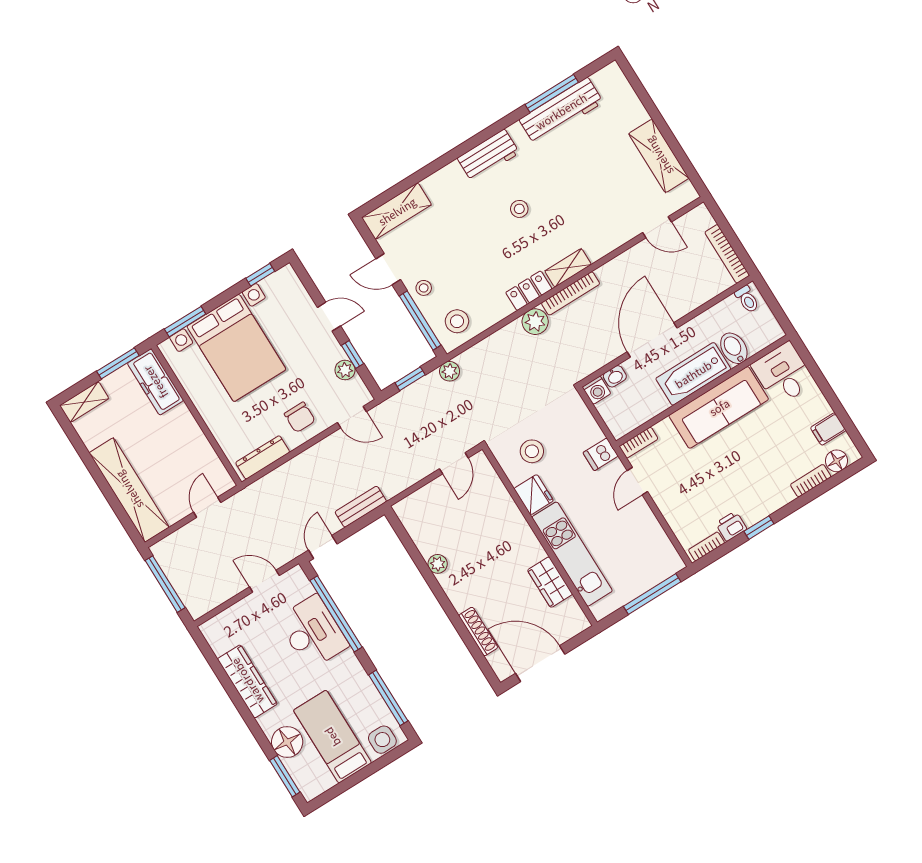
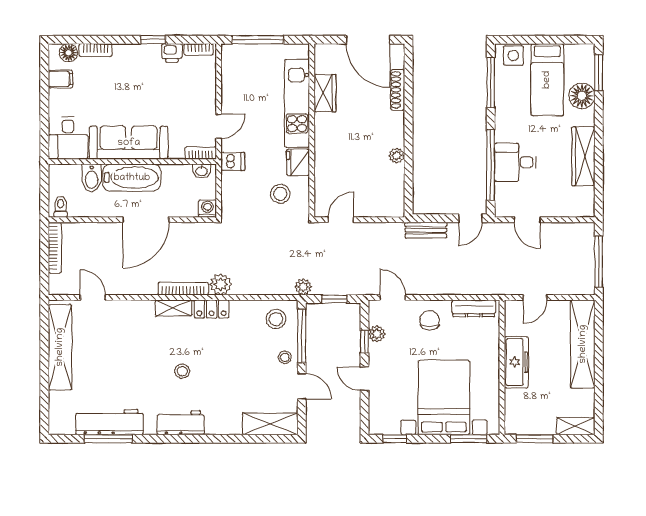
shelving: (659, 156) -> (60, 347), width x1.47
washbasin: (615, 376) -> (202, 171), moved, turned 180
freezer: (155, 382) -> (516, 362), moved
desk: (313, 632) -> (515, 162), width x0.73

